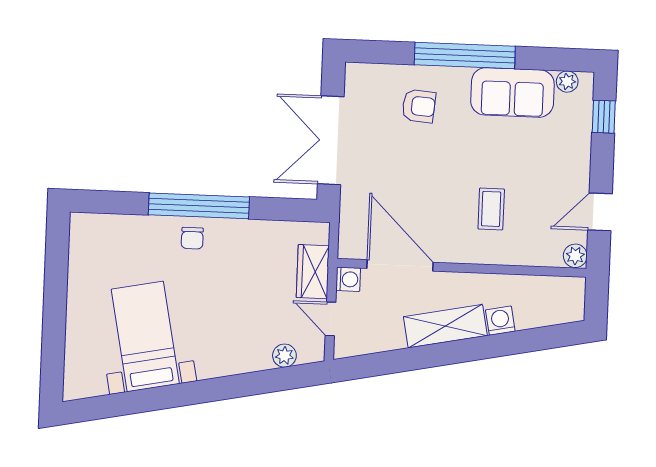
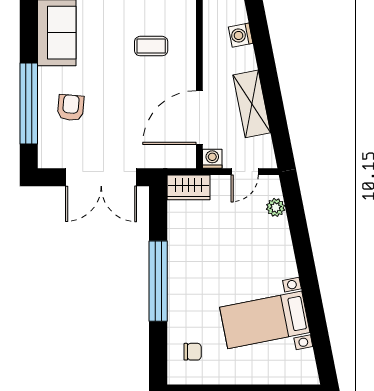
window: (465, 56) -> (29, 103), moved
chair: (192, 238) -> (193, 352), moved
wardrobe: (313, 272) -> (188, 187), moved
shelving: (445, 326) -> (252, 104), moved

